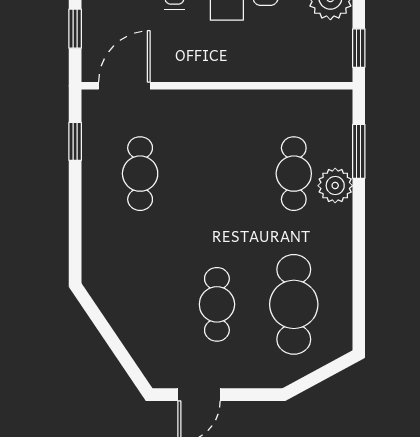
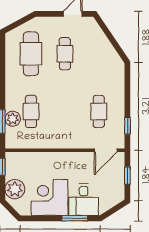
plant: (335, 186) -> (13, 119), moved

